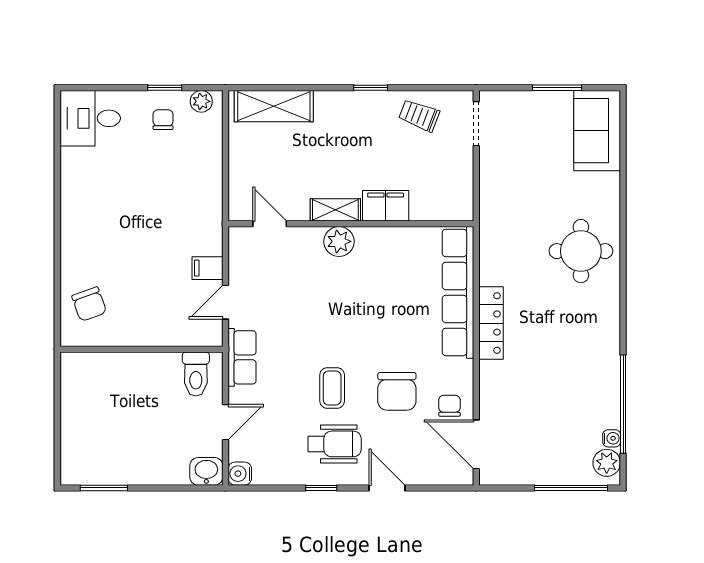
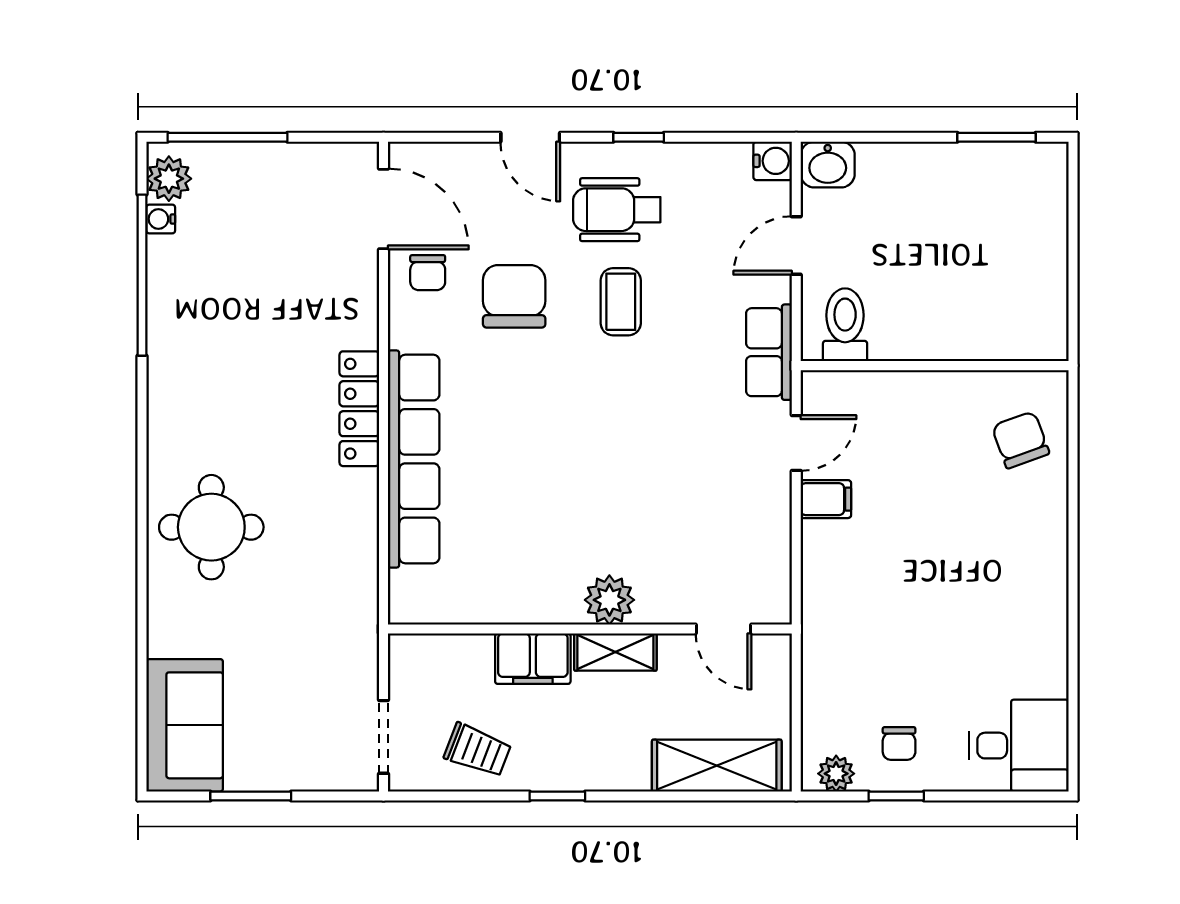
filing cabinet: (386, 206) -> (533, 659), moved
shelving: (335, 210) -> (615, 652), moved
door: (270, 224) -> (723, 629), moved
wall: (351, 224) -> (590, 629), moved
plant: (339, 241) -> (609, 600), moved

